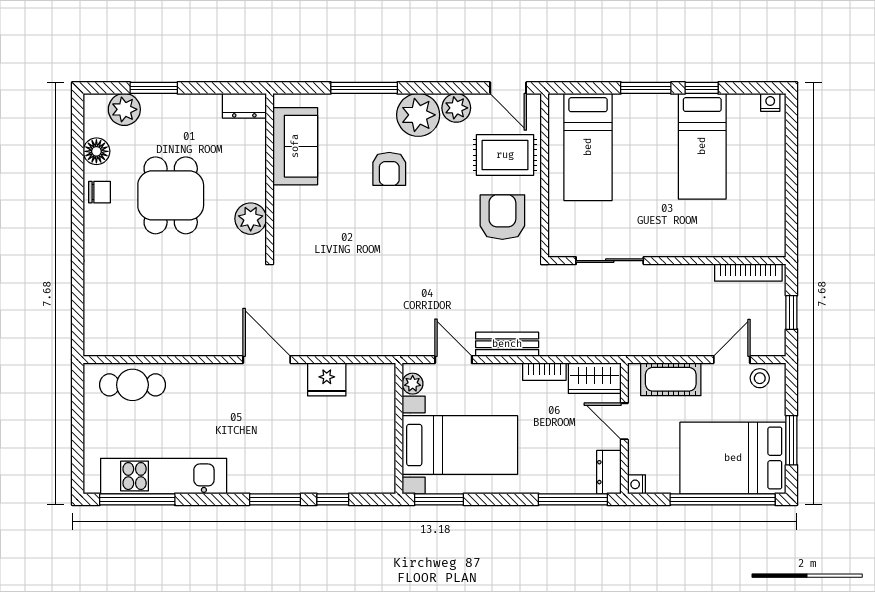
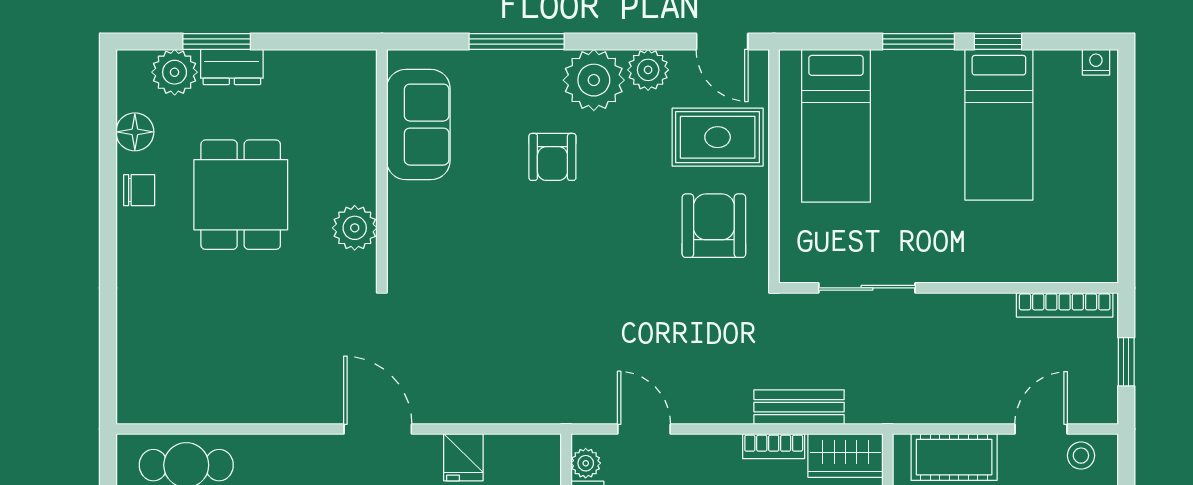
dresser: (244, 106) -> (232, 67), moved
bench: (507, 344) -> (799, 407), moved
fridge: (327, 379) -> (463, 457), width x0.72

